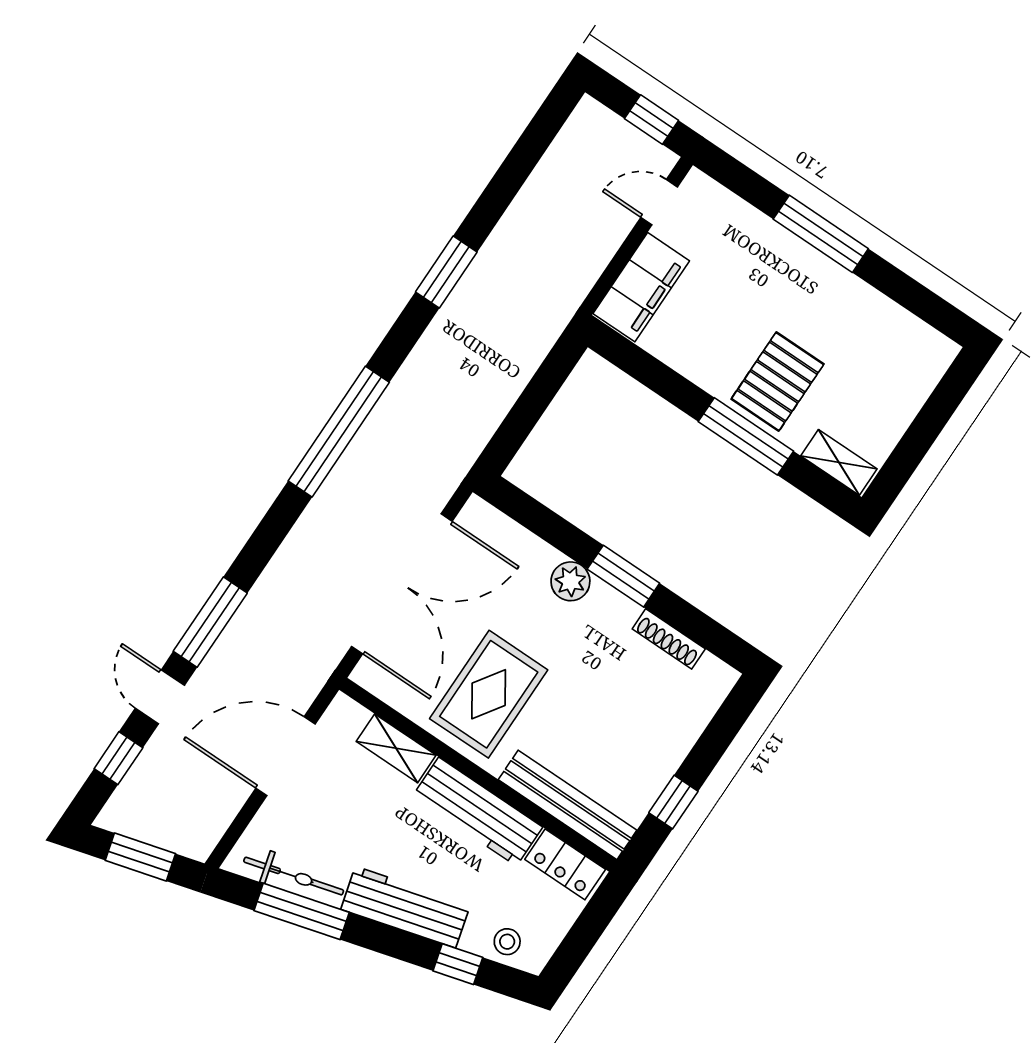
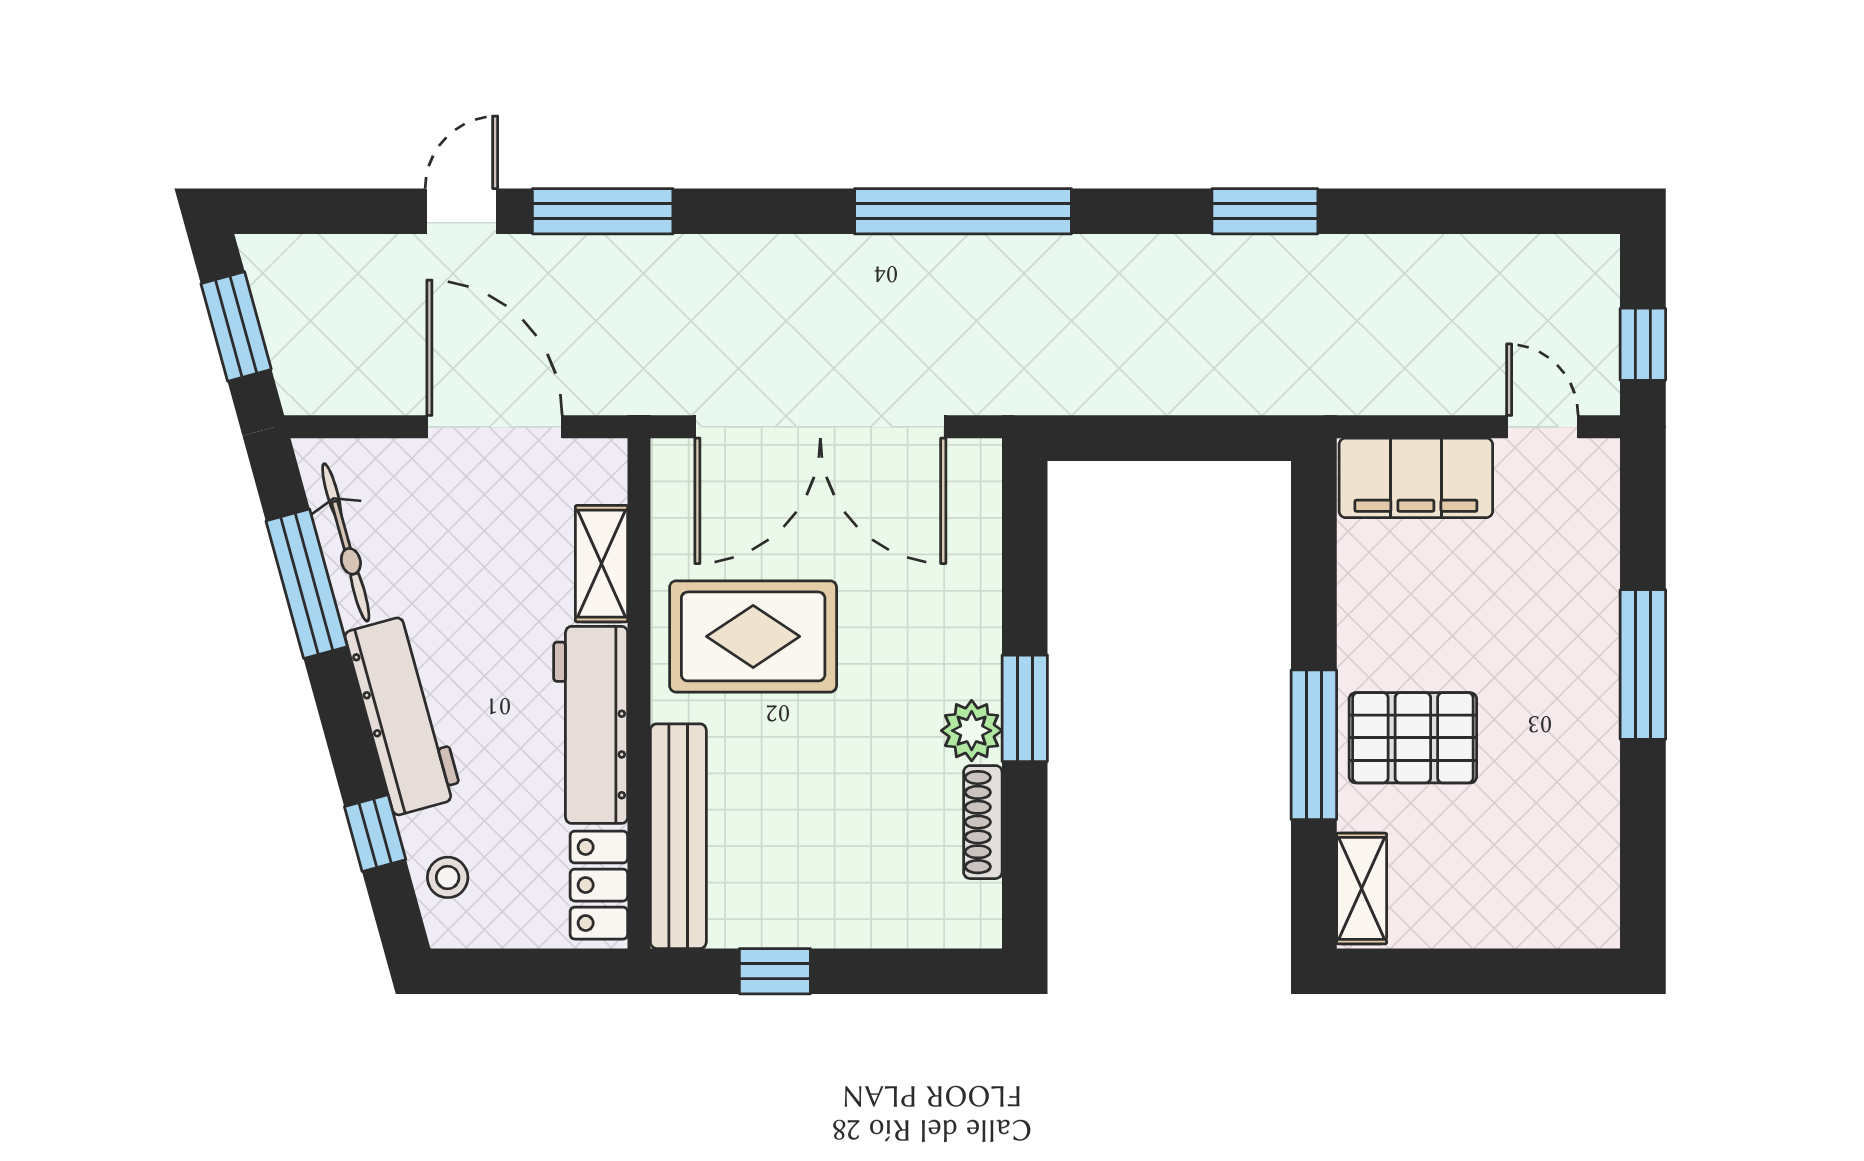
plant: (570, 581) -> (972, 731), moved
window: (118, 758) -> (345, 211), removed

